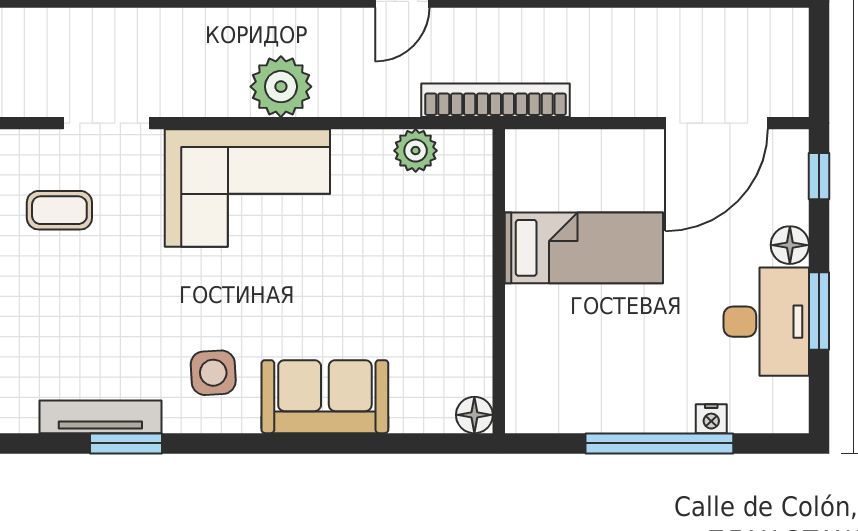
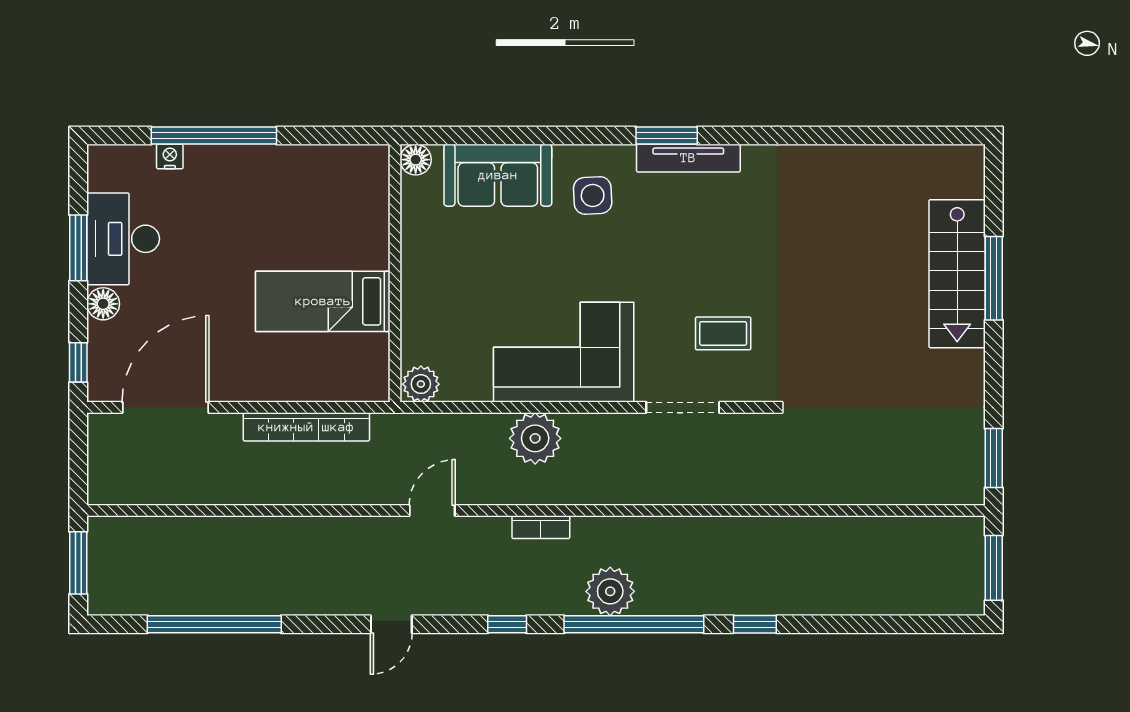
bookcase: (495, 100) -> (306, 427), moved
bed: (584, 248) -> (323, 301), moved
wall: (499, 281) -> (395, 273), moved
floor lamp: (474, 415) -> (416, 160), moved

